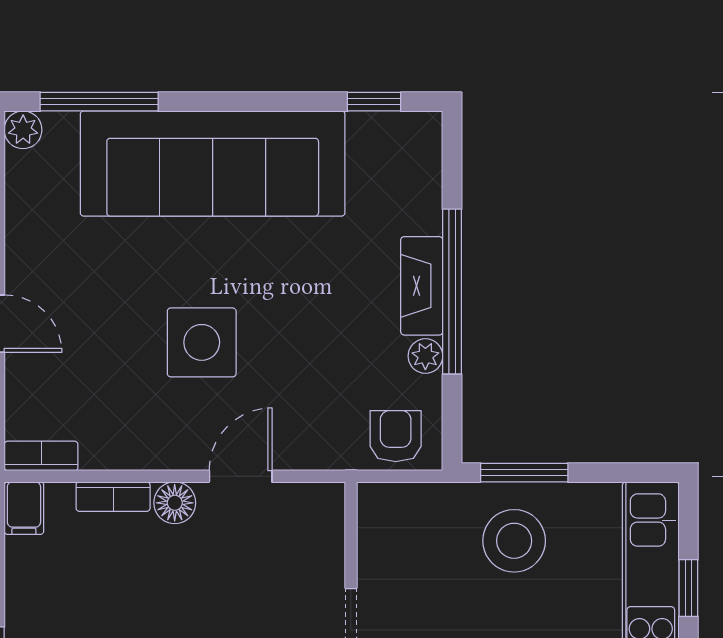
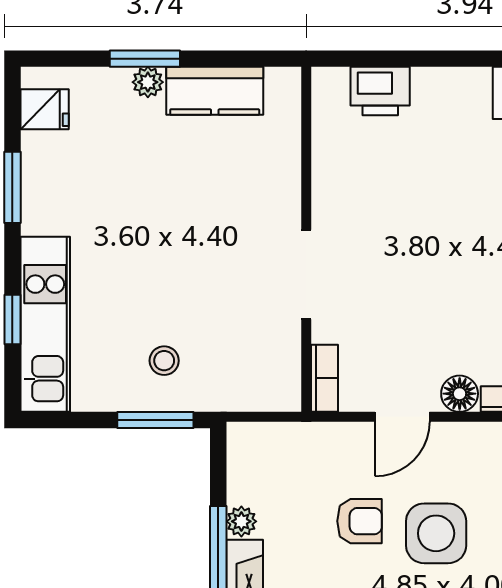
armchair: (396, 436) -> (359, 521), moved, turned -90
bookcase: (330, 520) -> (324, 378), added
stool: (514, 541) -> (164, 361), width x0.53, depth x0.53

